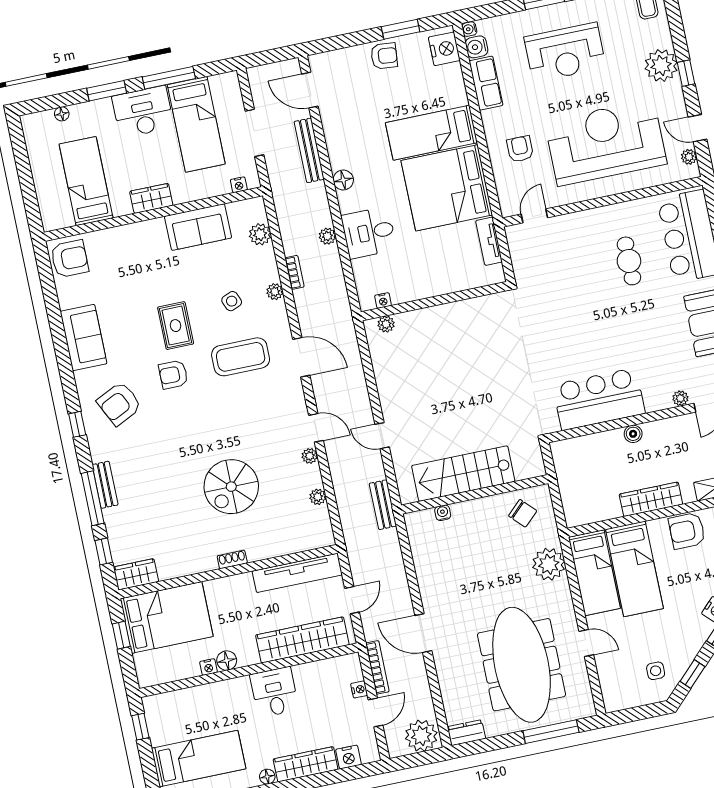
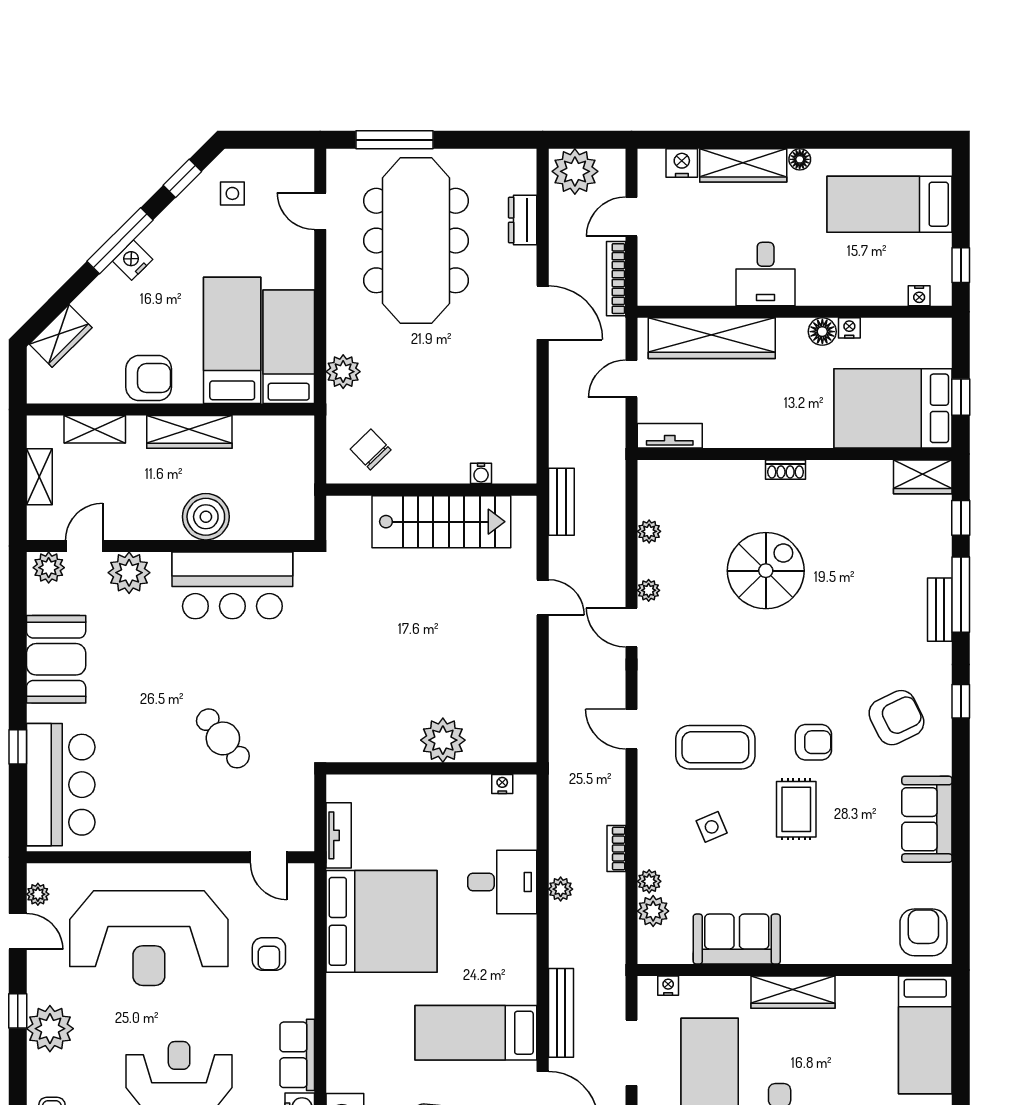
bed: (431, 133) -> (476, 1033), moved, turned 180
floor lamp: (343, 180) -> (522, 962), removed
bed: (86, 181) -> (925, 1035), moved
wardrobe: (151, 198) -> (793, 992), width x1.50
door: (534, 216) -> (269, 857), hinge flipped
armchair: (70, 259) -> (923, 932), turned 90
cafe table: (629, 261) -> (223, 738), moved, turned -39
plant: (275, 292) -> (649, 881), moved
plant: (386, 324) -> (443, 740), moved, width x1.87, depth x1.87
door: (301, 357) -> (632, 729), width x0.73
plant: (680, 398) -> (129, 573), width x1.88, depth x1.88
boiler: (633, 434) -> (206, 517), width x1.86, depth x1.86
plant: (549, 564) -> (343, 372), width x0.73, depth x0.73
tv unit: (297, 573) -> (670, 436), width x0.52, depth x0.78
door: (586, 643) -> (320, 211), moved
nightstand: (359, 689) -> (919, 296), moved, turned -90
dresser: (466, 733) -> (523, 220), moved, turned 90

